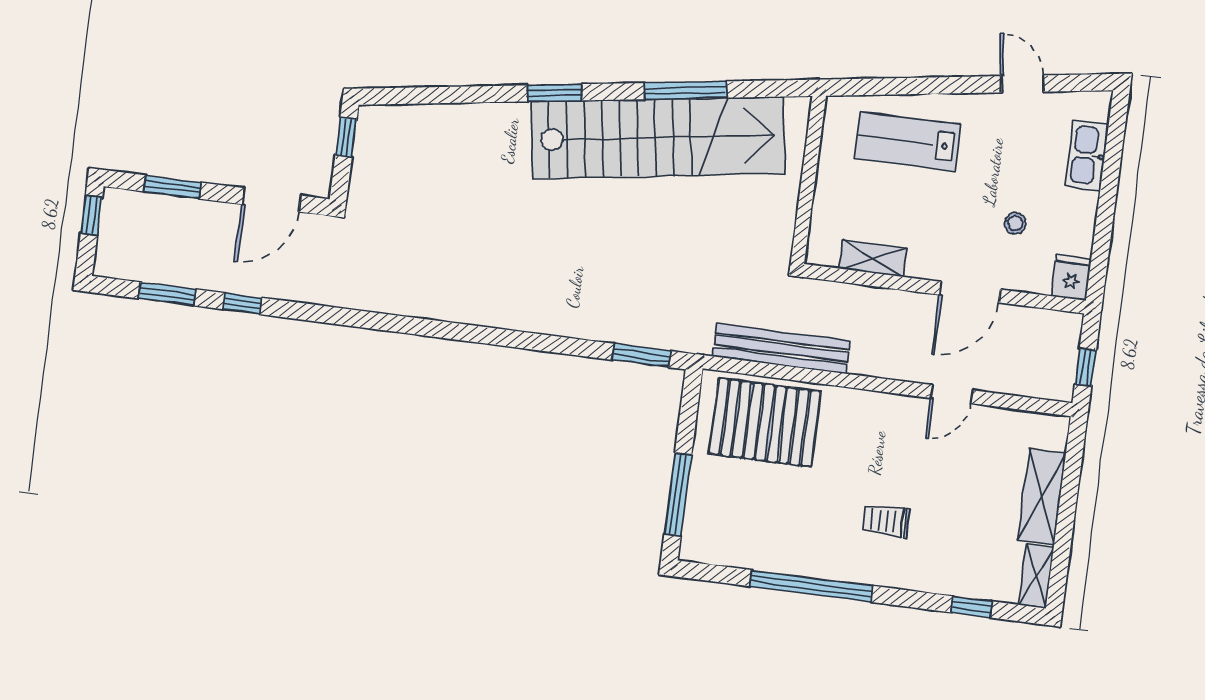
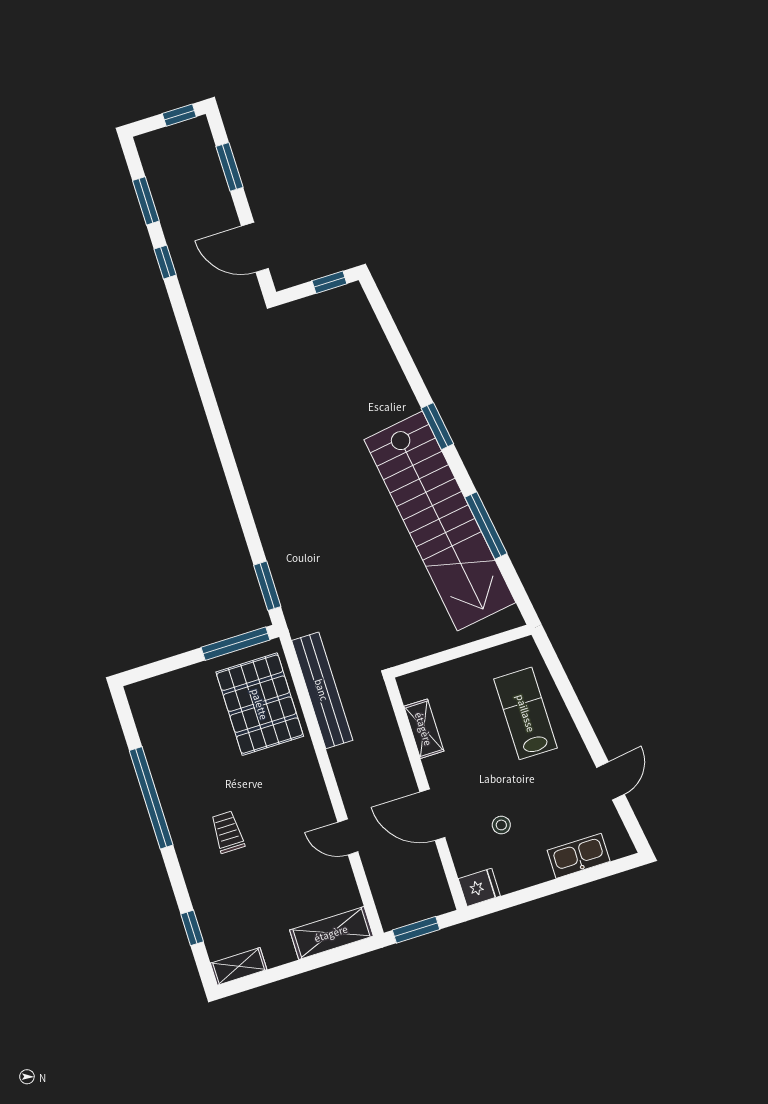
window: (1085, 367) -> (416, 930), width x1.50
window: (678, 494) -> (235, 644), moved
shelving: (1042, 496) -> (331, 933), moved

